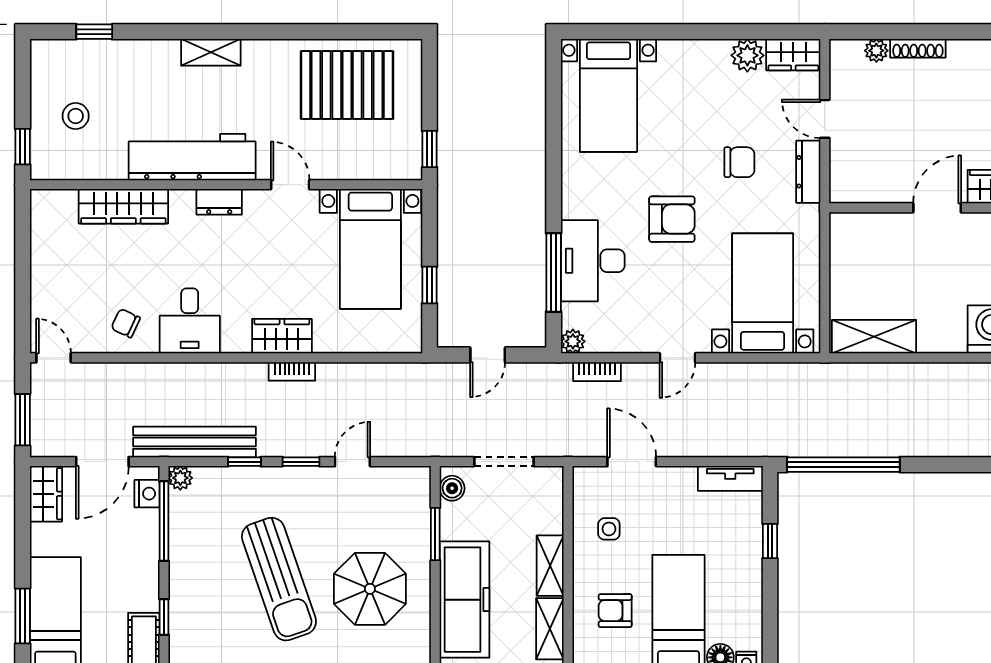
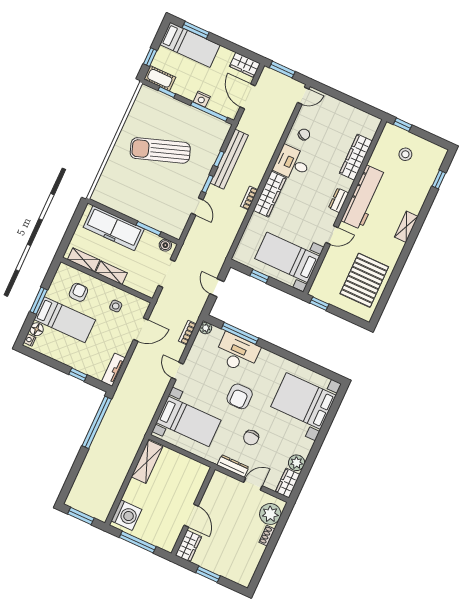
shoe rack: (918, 48) -> (267, 536), width x0.70
plant: (876, 51) -> (270, 514), width x1.88, depth x1.88
bed with nightstands: (608, 95) -> (303, 401), width x1.36
wardrobe: (282, 336) -> (270, 194), width x1.50
bench: (195, 442) -> (229, 159), moved
plant: (180, 478) -> (225, 127), removed
nightstand: (147, 494) -> (202, 99), moved
parasol: (370, 589) -> (138, 189), removed

